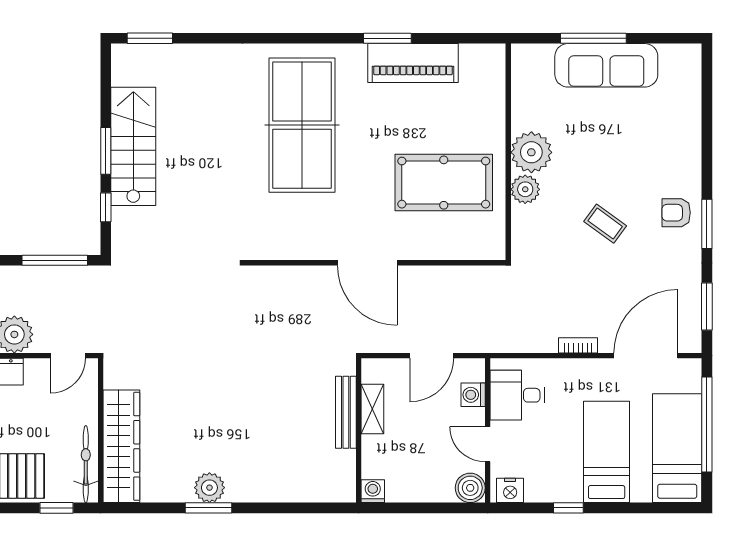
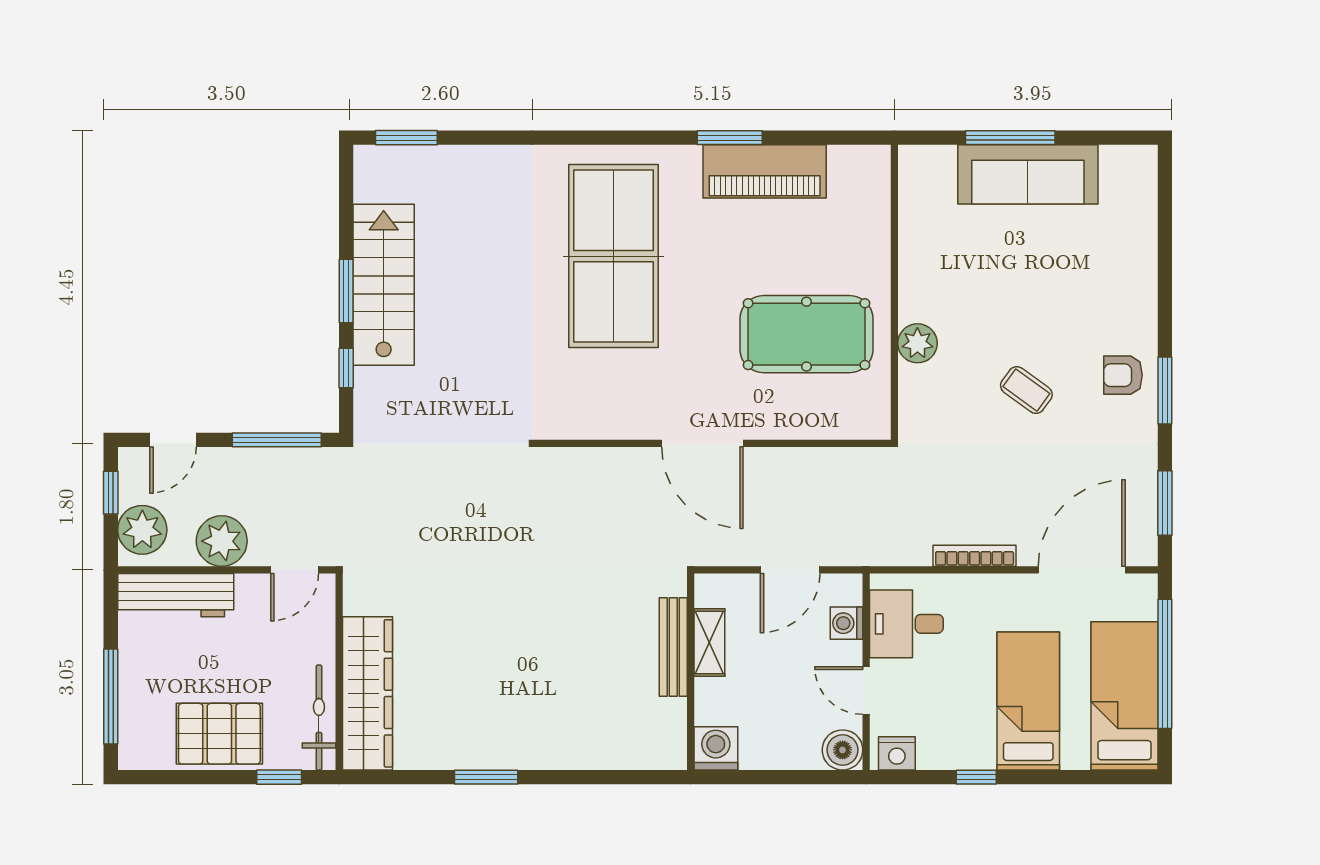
plant: (531, 152) -> (926, 293), removed
bookcase: (578, 345) -> (975, 556), width x1.56
plant: (209, 488) -> (487, 750), removed
washing machine: (373, 491) -> (716, 748), width x1.38, depth x1.38

